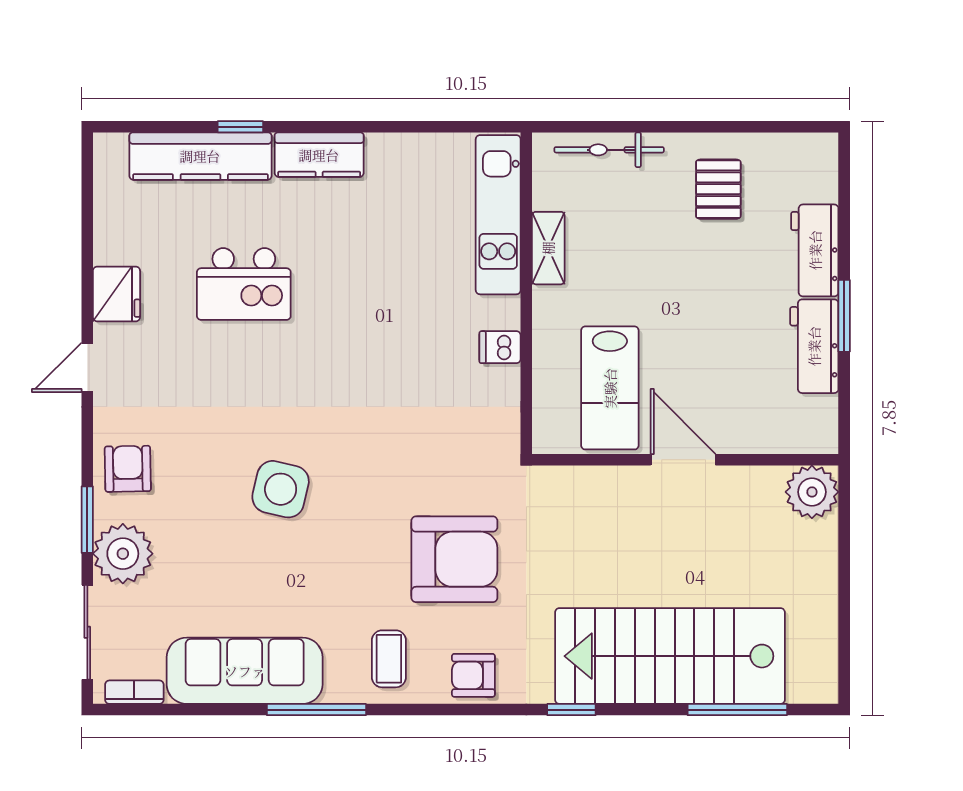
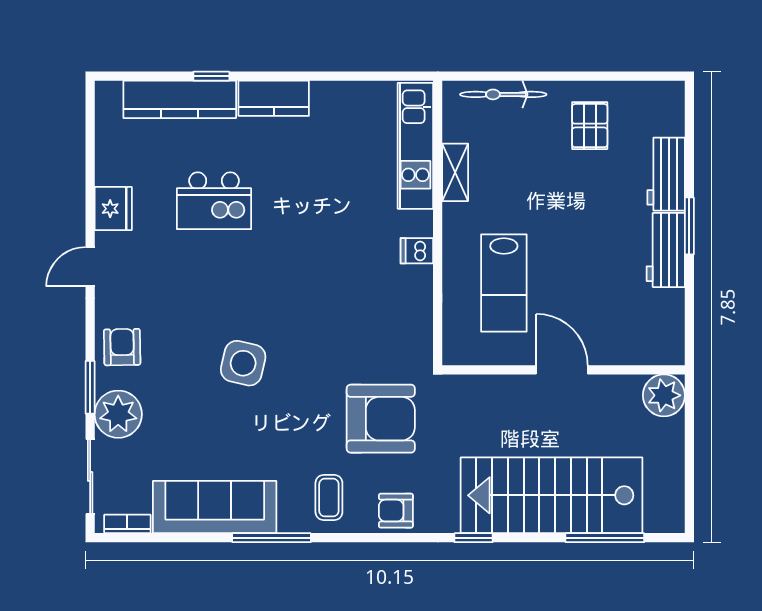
door: (683, 460) -> (562, 370), moved
wall: (685, 460) -> (564, 370), moved
plant: (812, 492) -> (664, 395), moved

